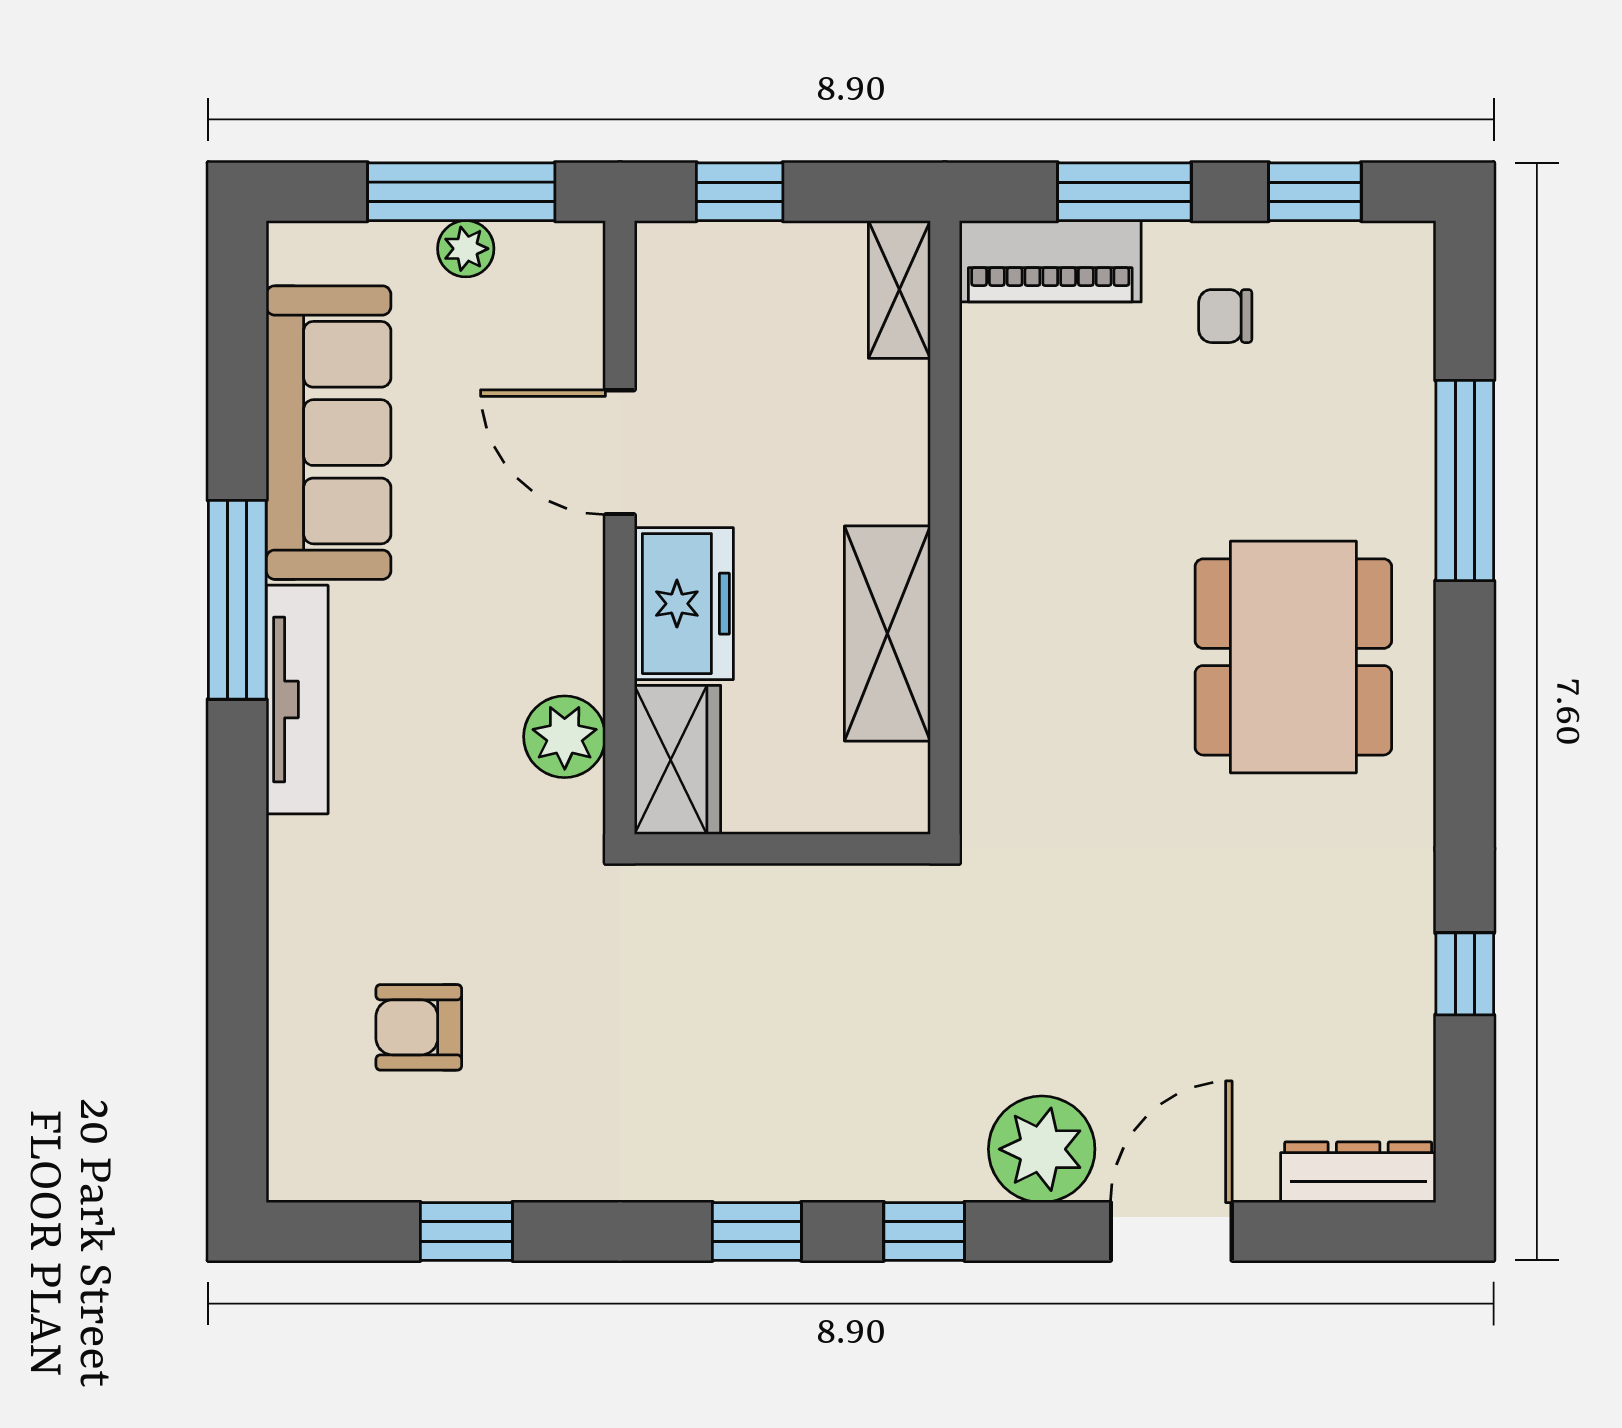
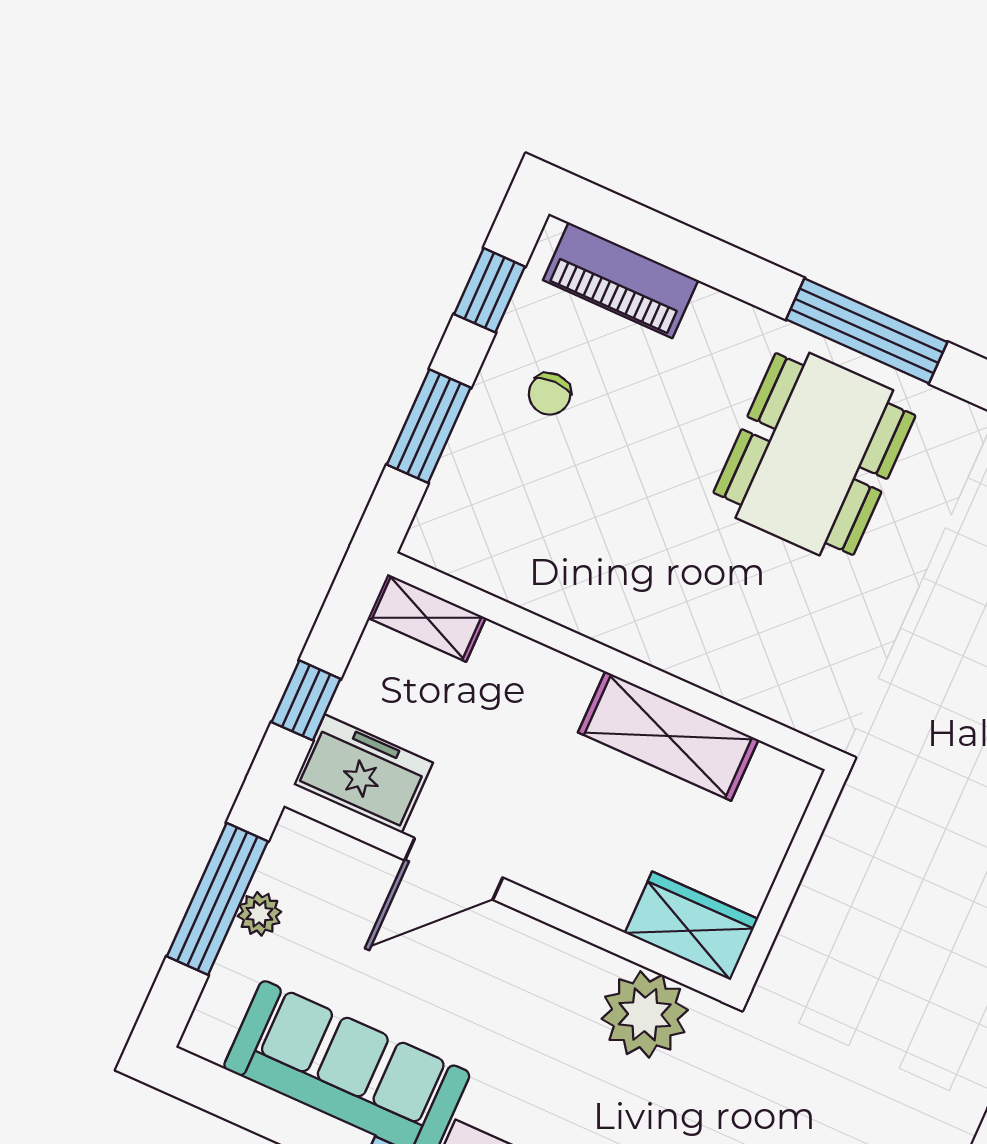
piano: (1050, 261) -> (621, 280), moved, turned 90
window: (1465, 481) -> (867, 331), moved
freezer: (684, 604) -> (363, 774), moved
dining table: (1293, 657) -> (814, 454), turned 90
plant: (565, 737) -> (645, 1014), width x1.36, depth x1.36

